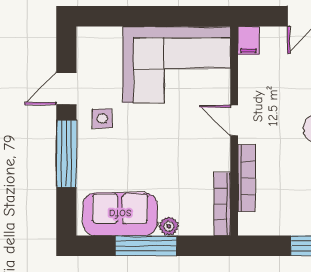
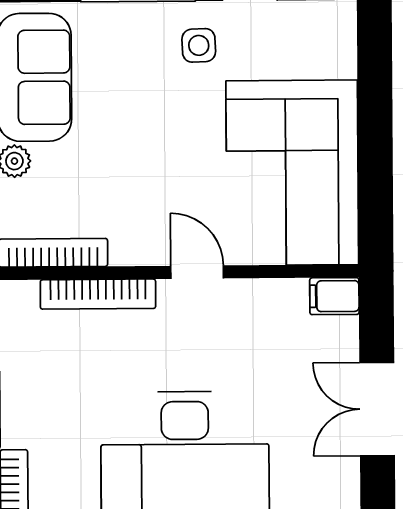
door: (234, 120) -> (197, 272), hinge flipped

